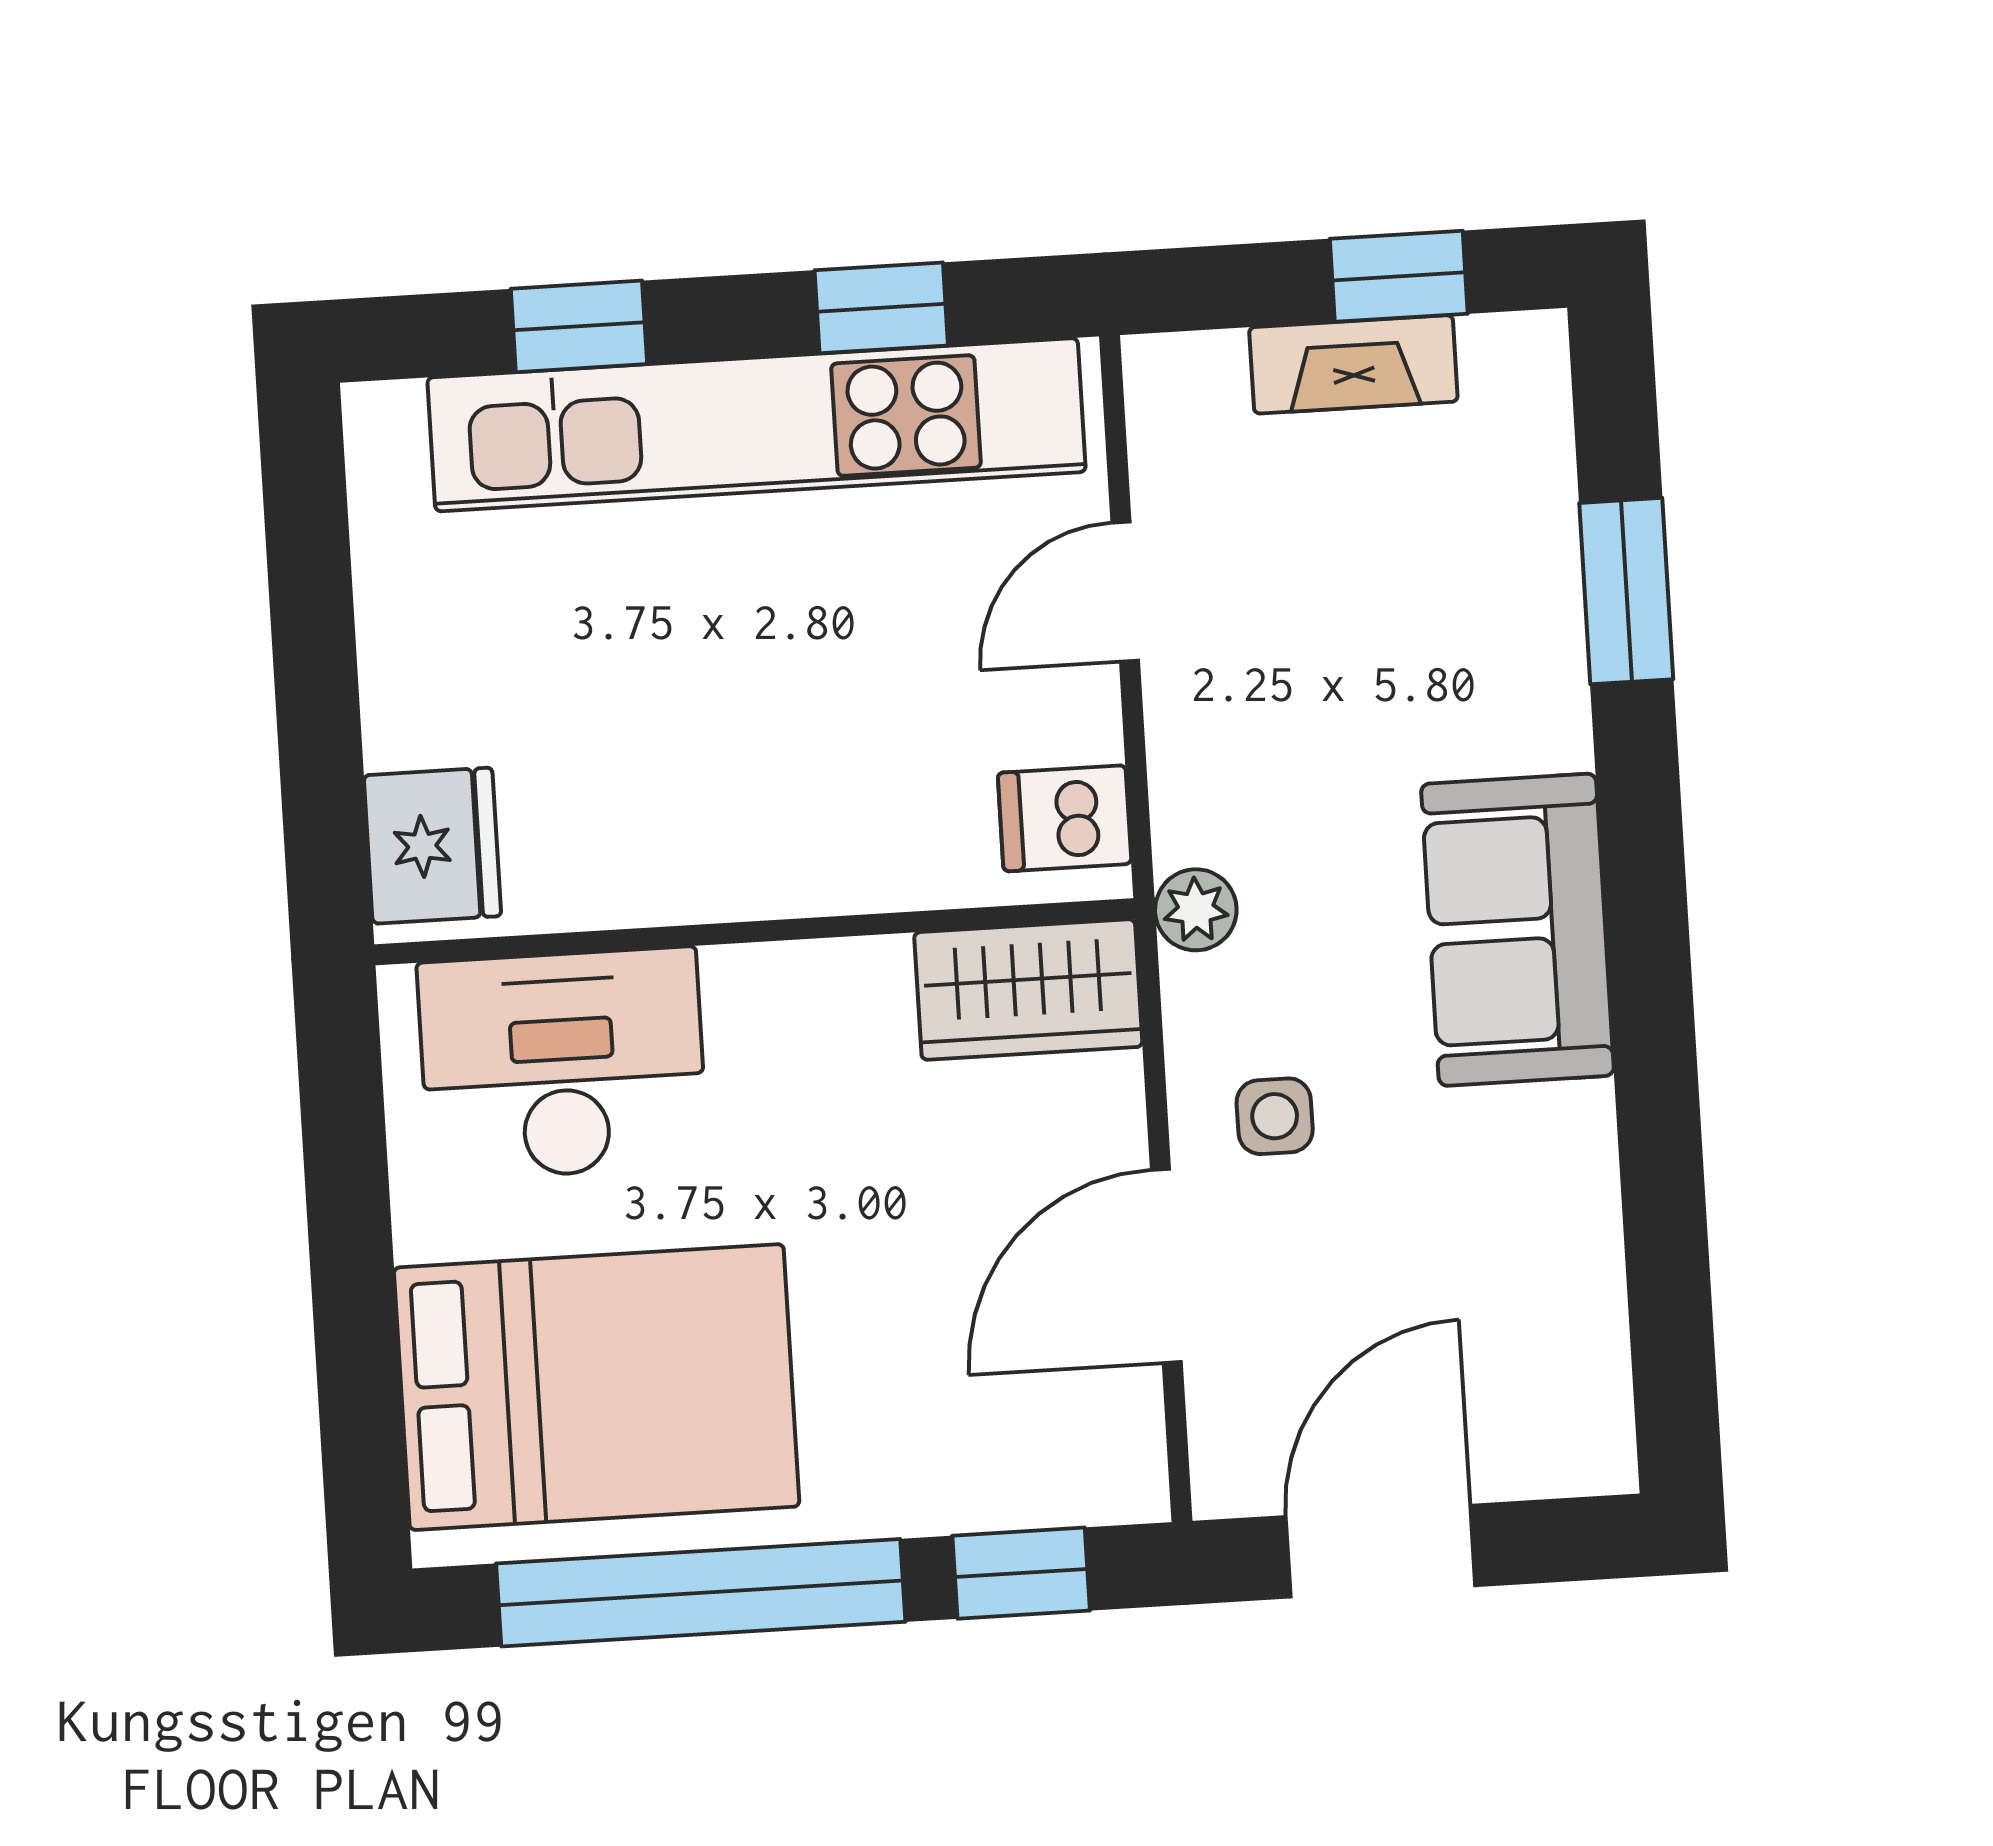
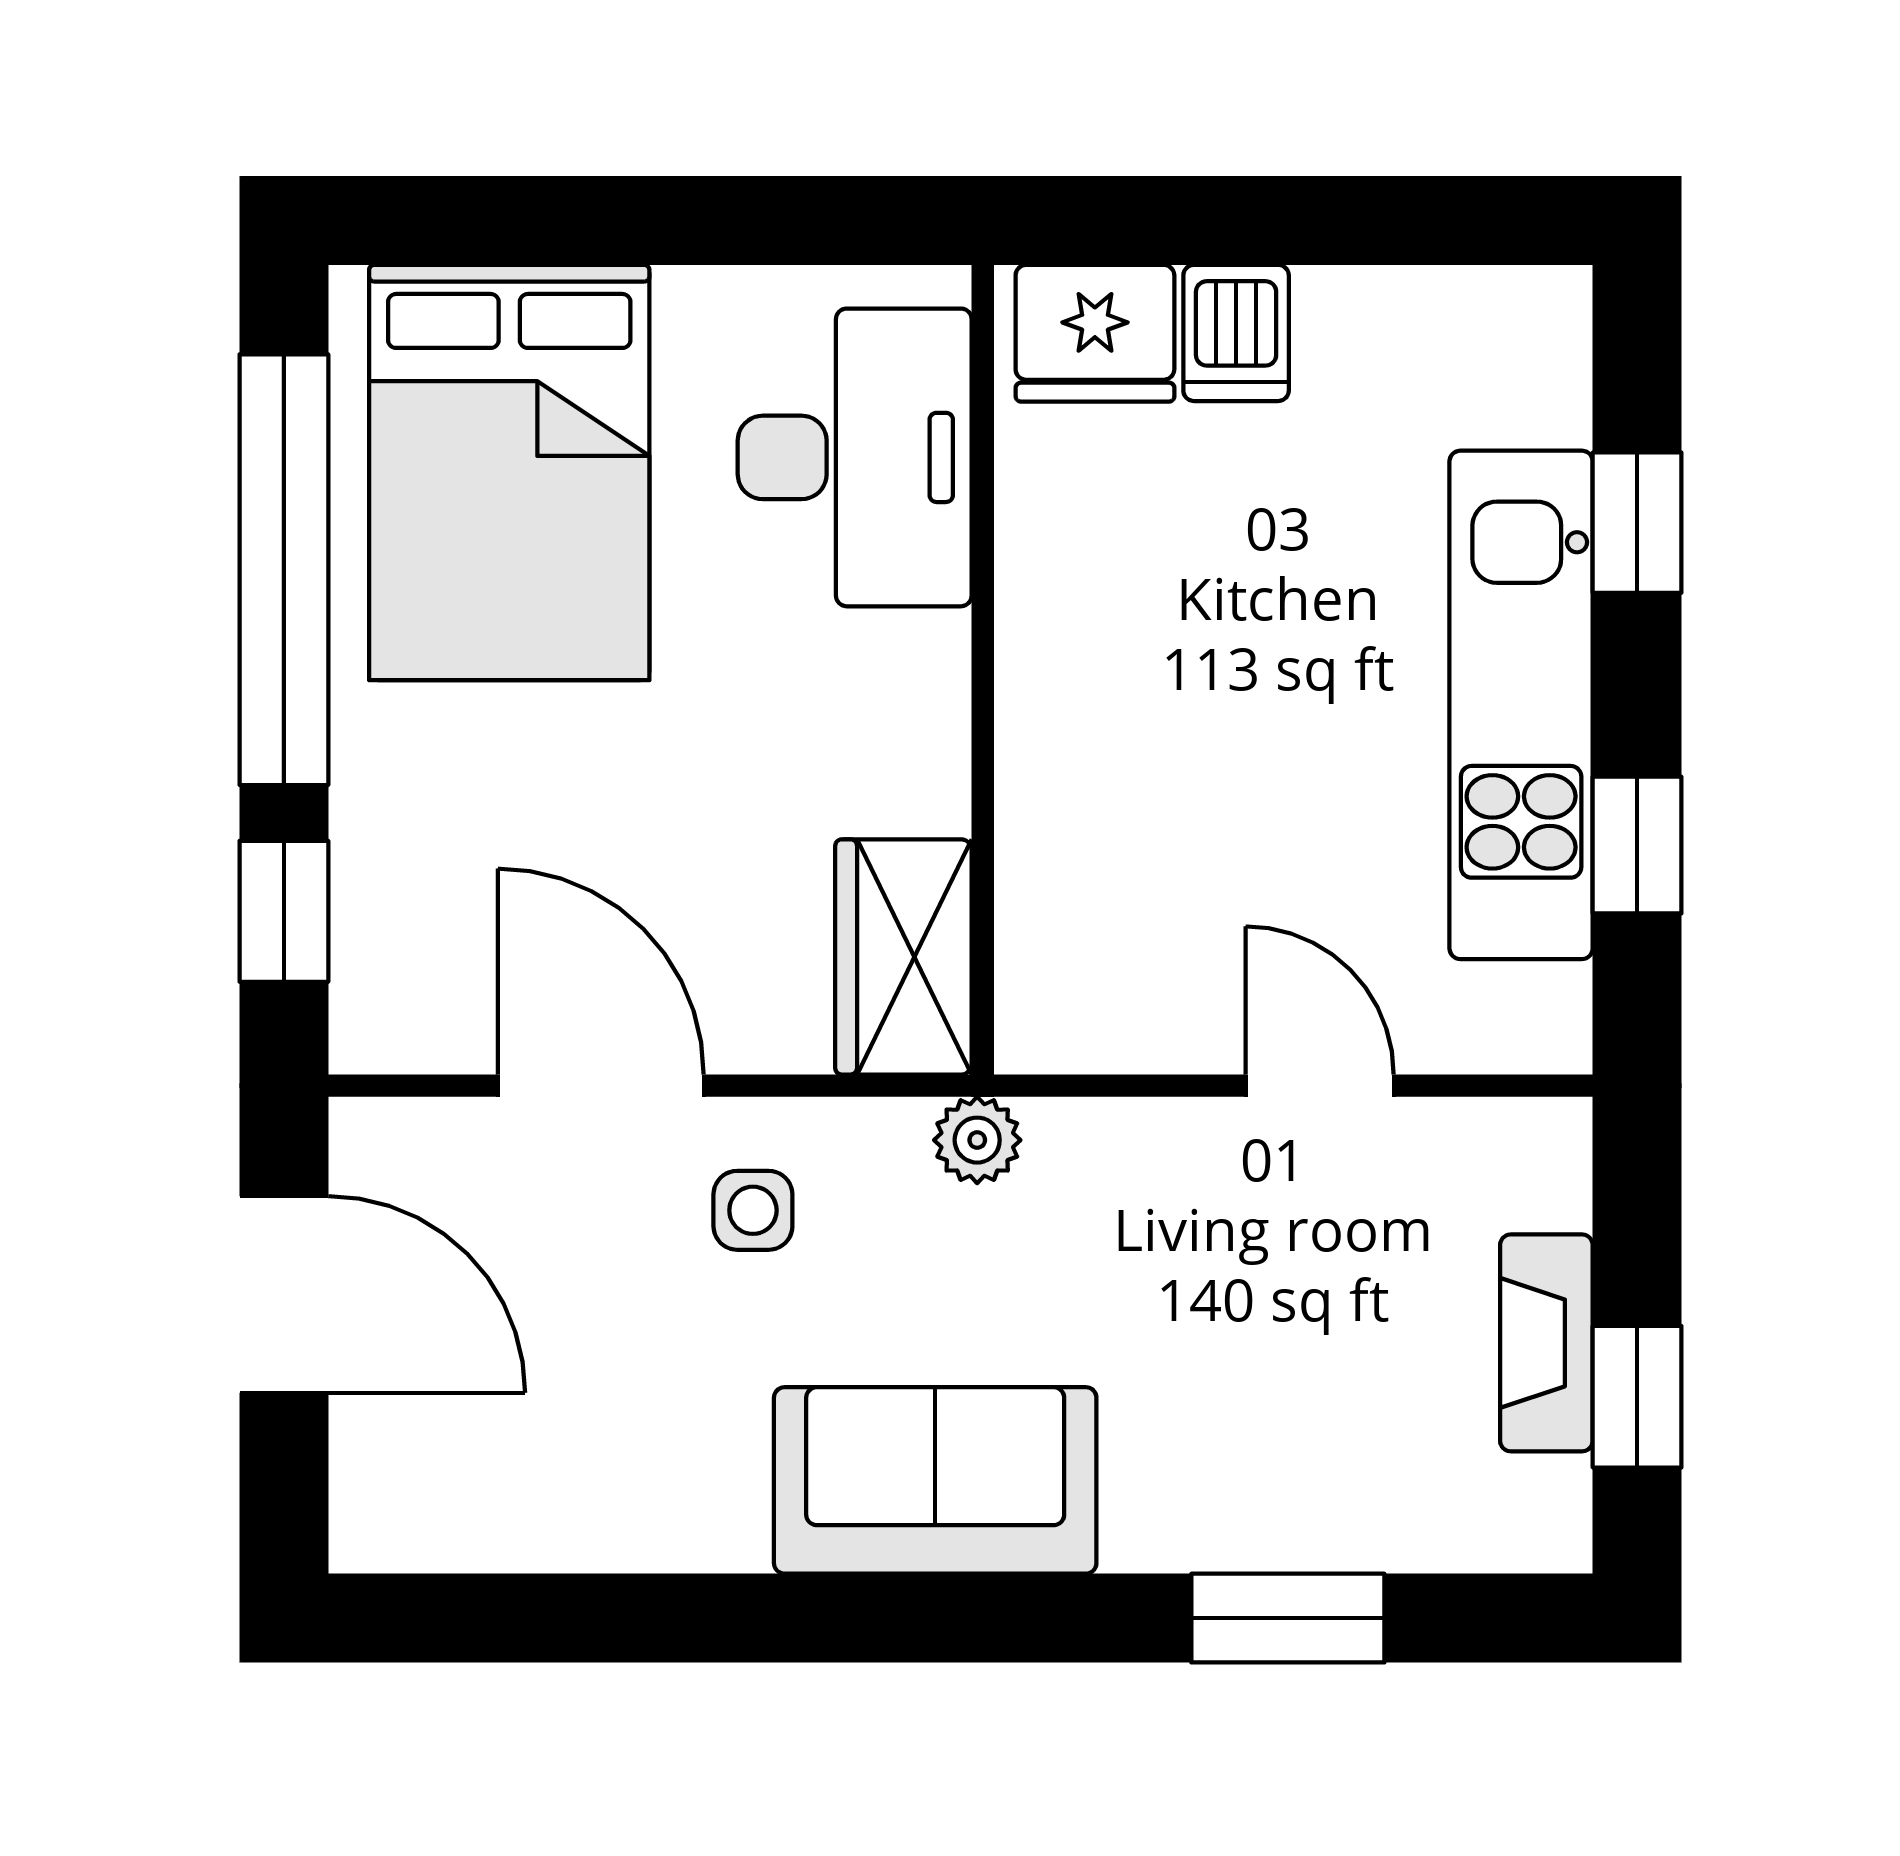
kitchen unit: (757, 425) -> (1521, 705), width x0.73
dishwasher: (1065, 818) -> (1236, 333), moved, turned 180

